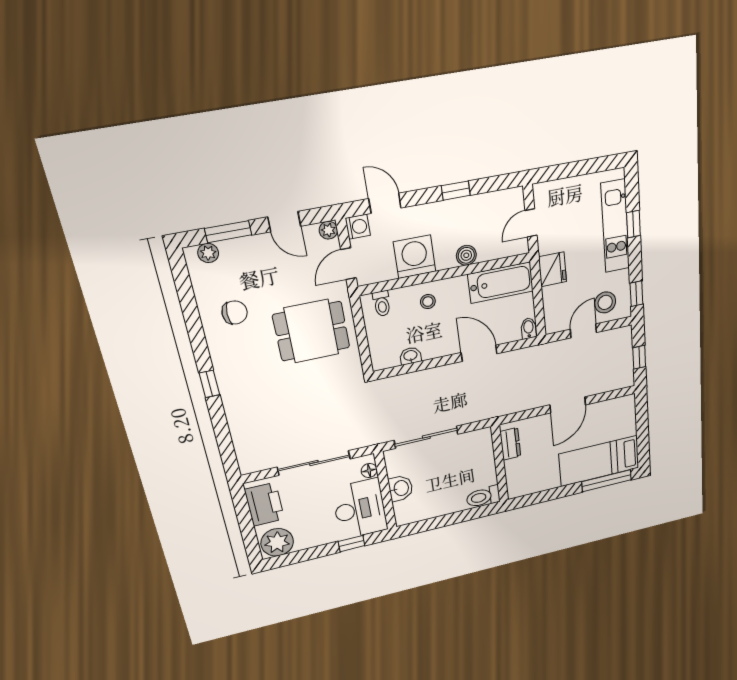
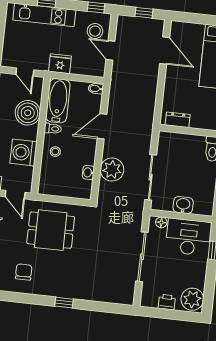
boiler: (466, 255) -> (28, 113), width x1.86, depth x1.86
toilet: (382, 304) -> (53, 129), moved
dining table: (311, 331) -> (51, 230), turned 90
plant: (423, 385) -> (112, 170), added
door: (568, 405) -> (165, 51), moved
printer: (265, 504) -> (167, 302), width x0.53, depth x0.68

